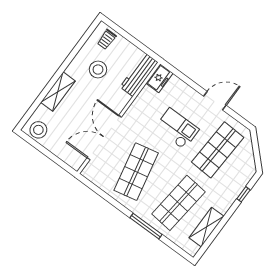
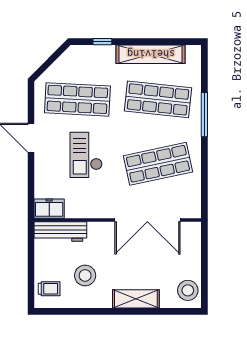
shelving: (207, 227) -> (151, 54), width x1.47

